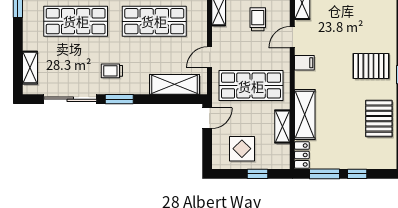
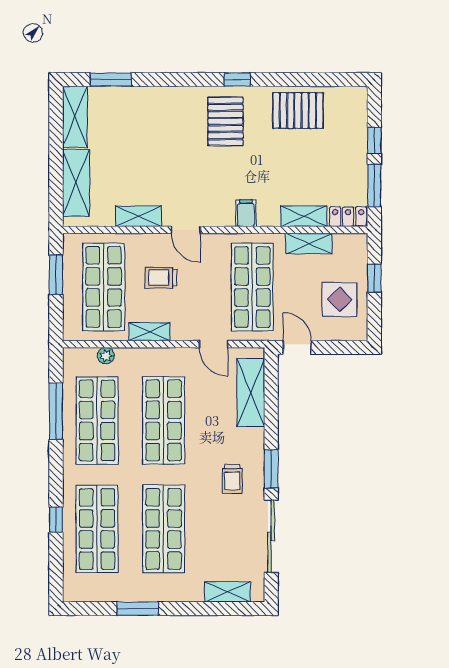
filing cabinet: (304, 63) -> (246, 213), moved
shelving: (305, 114) -> (304, 216), width x0.67, depth x0.75

